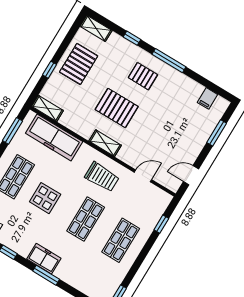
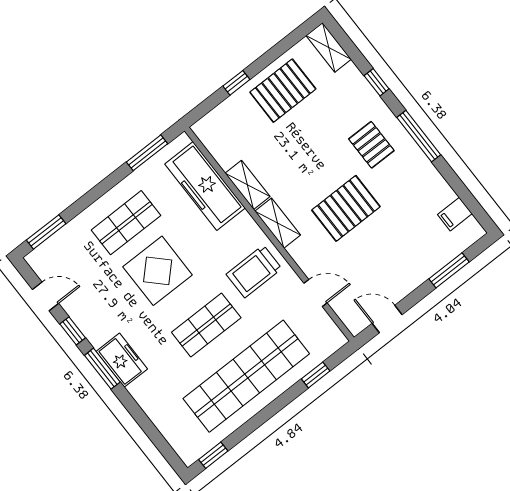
shelving: (47, 108) -> (247, 185), moved
pallet: (117, 108) -> (346, 208), moved, turned 90
trolley: (102, 177) -> (254, 271), turned 90
display table: (45, 198) -> (158, 271), width x1.36, depth x1.36
shop shelf: (121, 240) -> (246, 376), width x2.00, depth x1.36
window: (46, 275) -> (102, 369), moved

